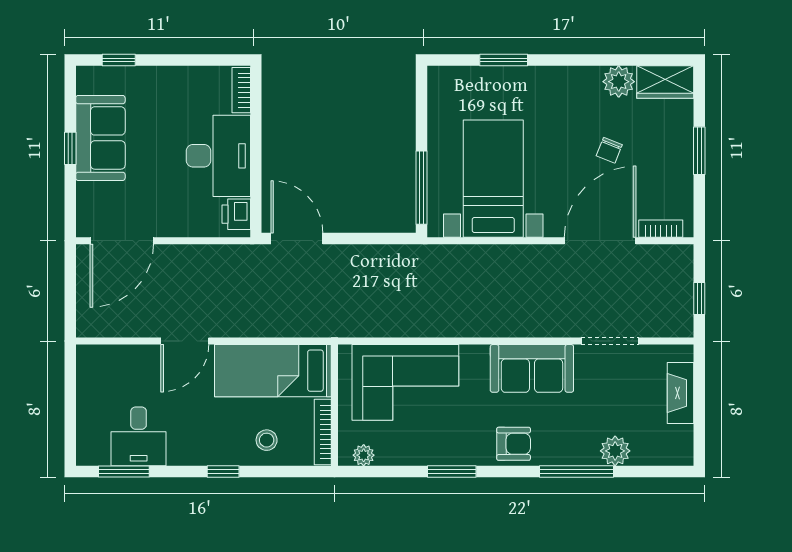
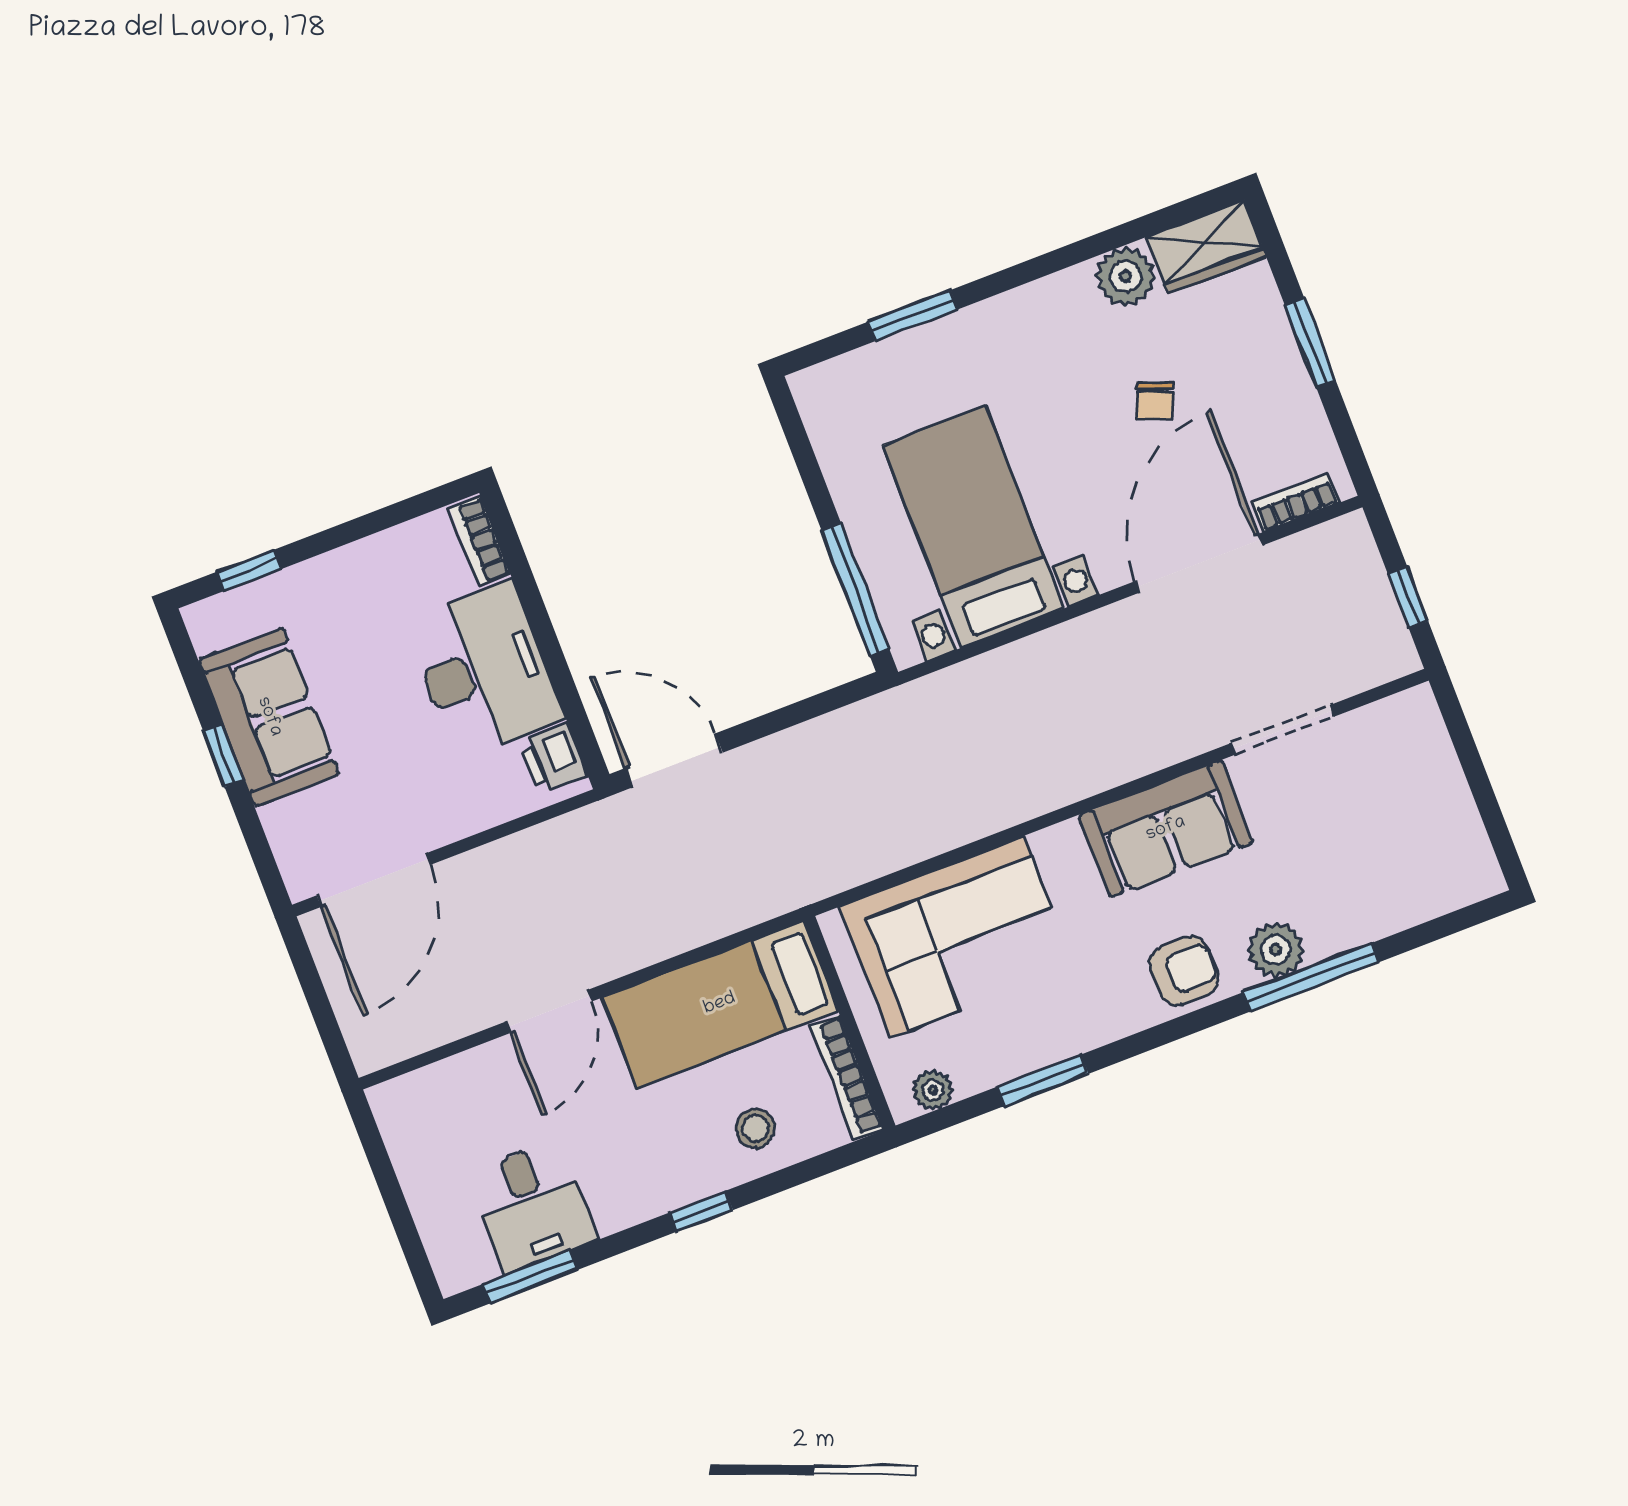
fireplace: (681, 393) -> (1438, 773), removed
plant: (615, 451) -> (1276, 950), moved
window: (452, 472) -> (1042, 1080), moved

